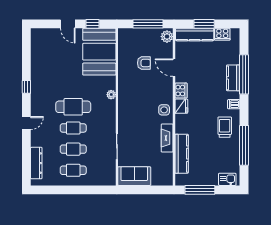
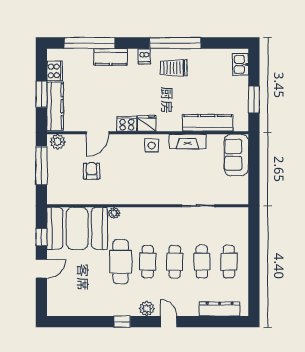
window: (244, 74) -> (89, 43), moved
cafe table: (73, 86) -> (121, 262), added
plant: (111, 95) -> (114, 213), moved
plant: (37, 106) -> (147, 309), added
cafe table: (73, 107) -> (148, 262), width x0.73, depth x0.74
window: (244, 145) -> (175, 43), moved
sofa: (134, 176) -> (236, 155), moved
window: (200, 190) -> (254, 100), width x0.69

